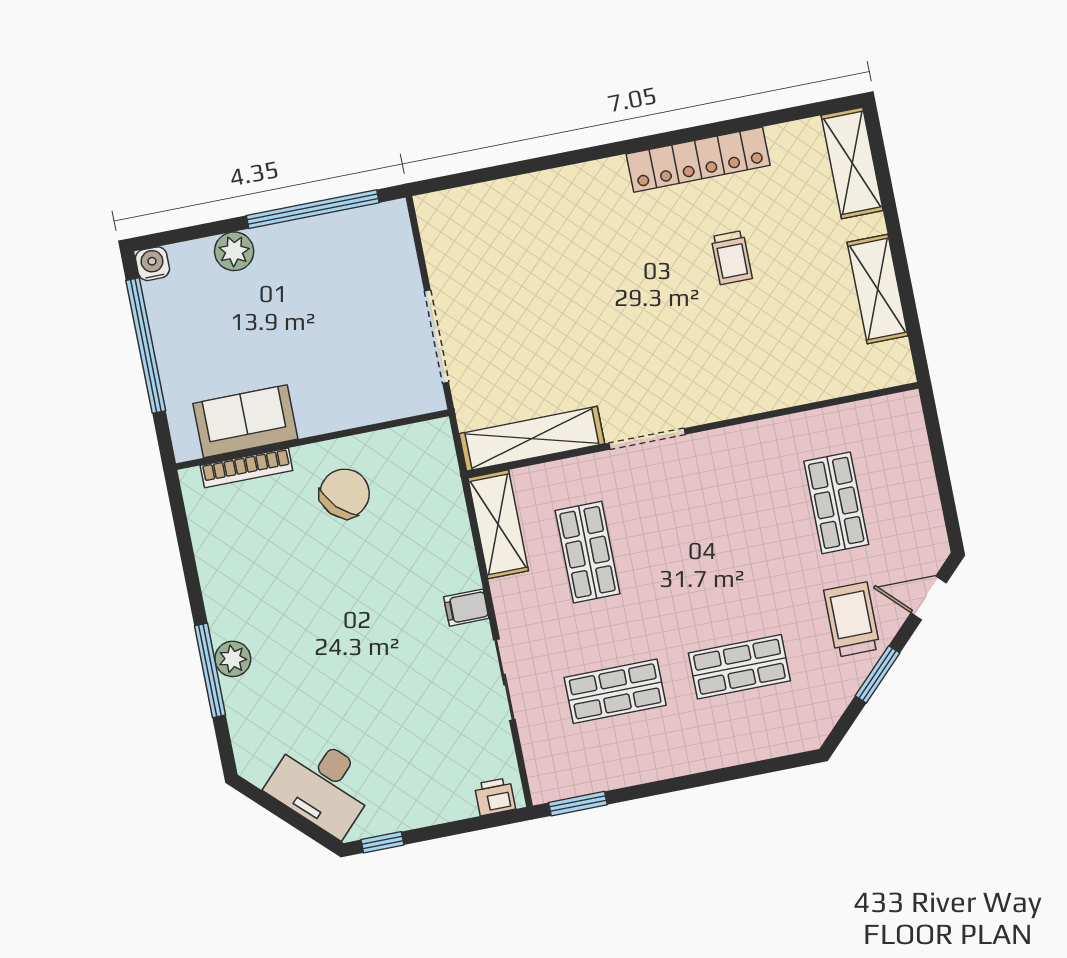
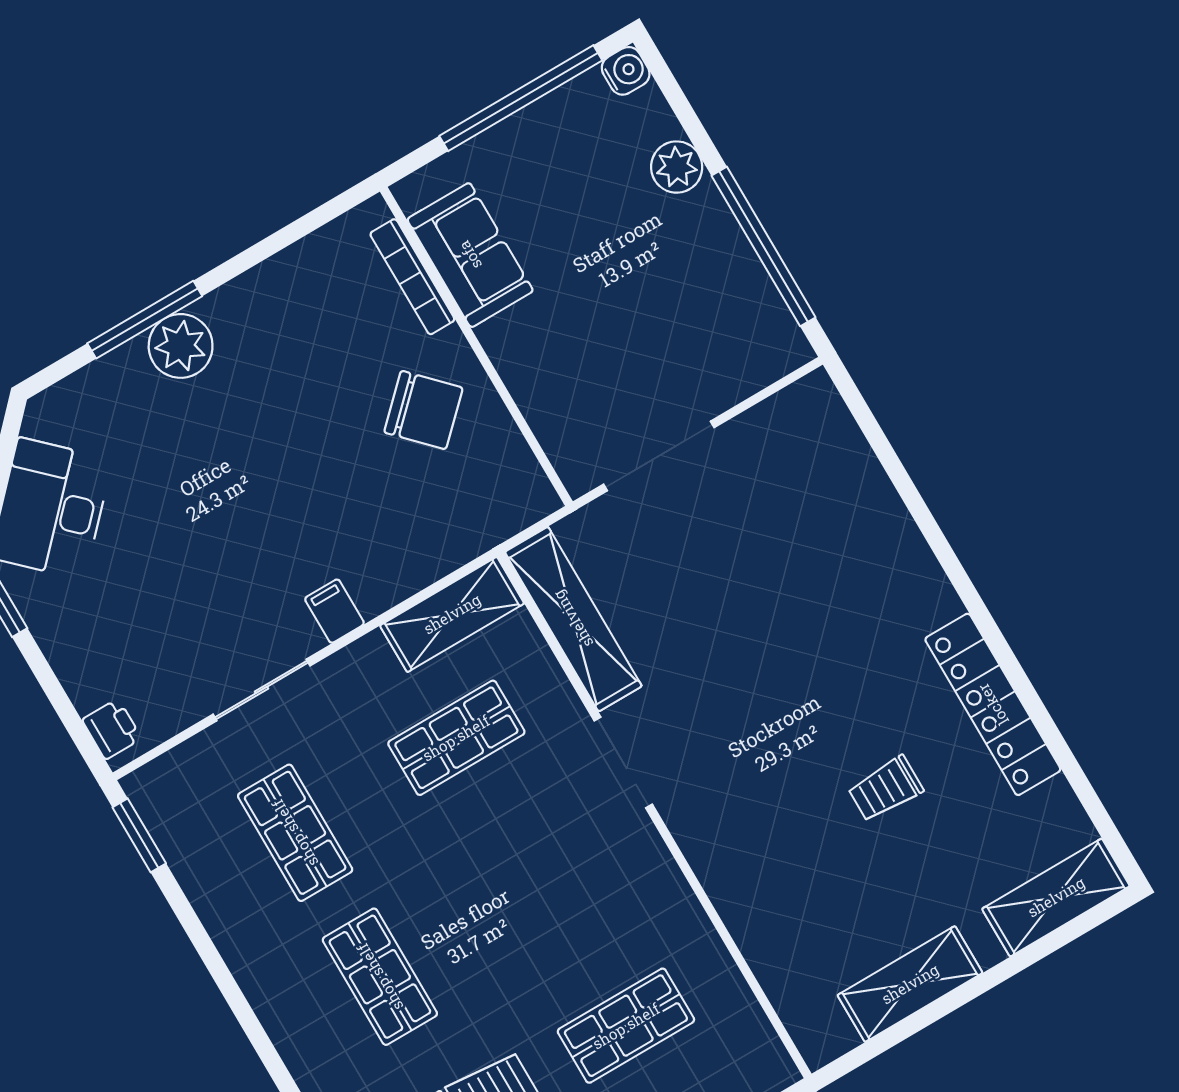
plant: (233, 659) -> (181, 346), width x1.36, depth x1.36

